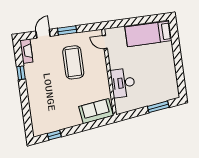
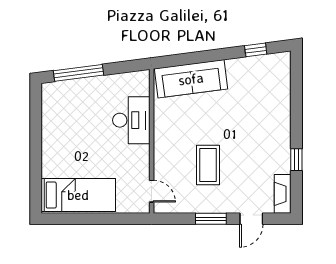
coffee table: (73, 62) -> (208, 165), width x0.73, depth x0.76
window: (158, 107) -> (79, 73), width x1.44
sofa: (96, 111) -> (191, 79), width x1.36

